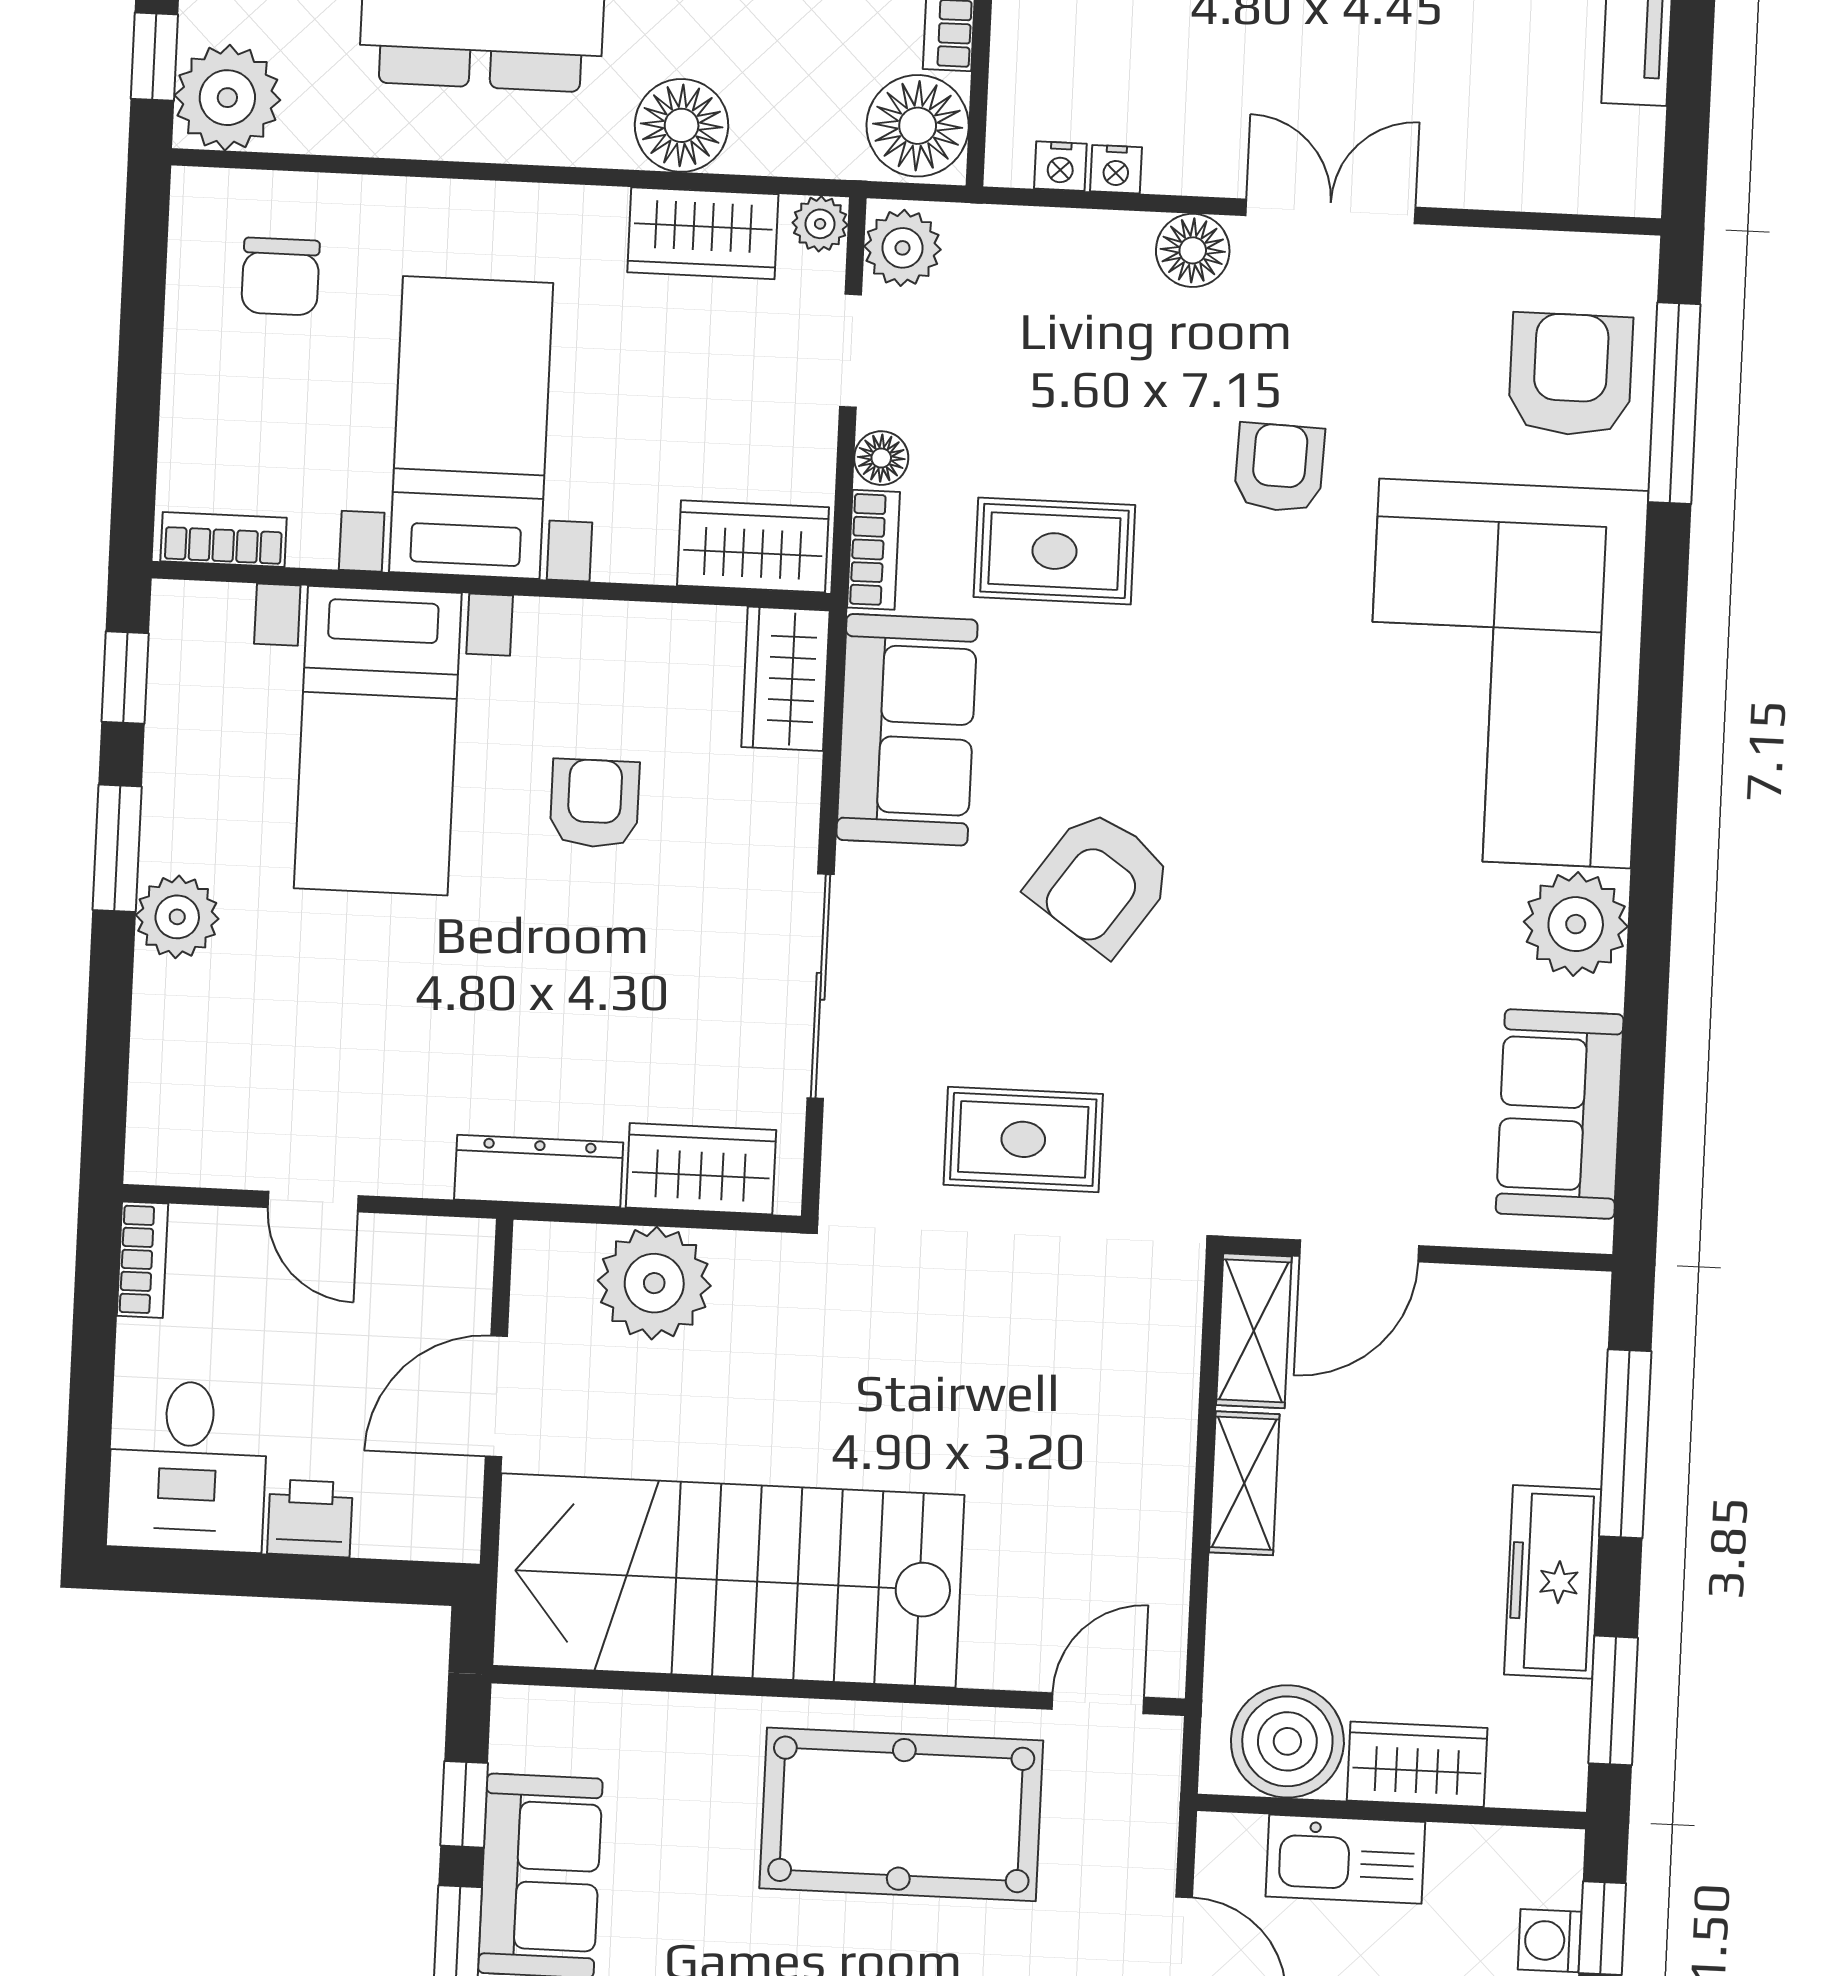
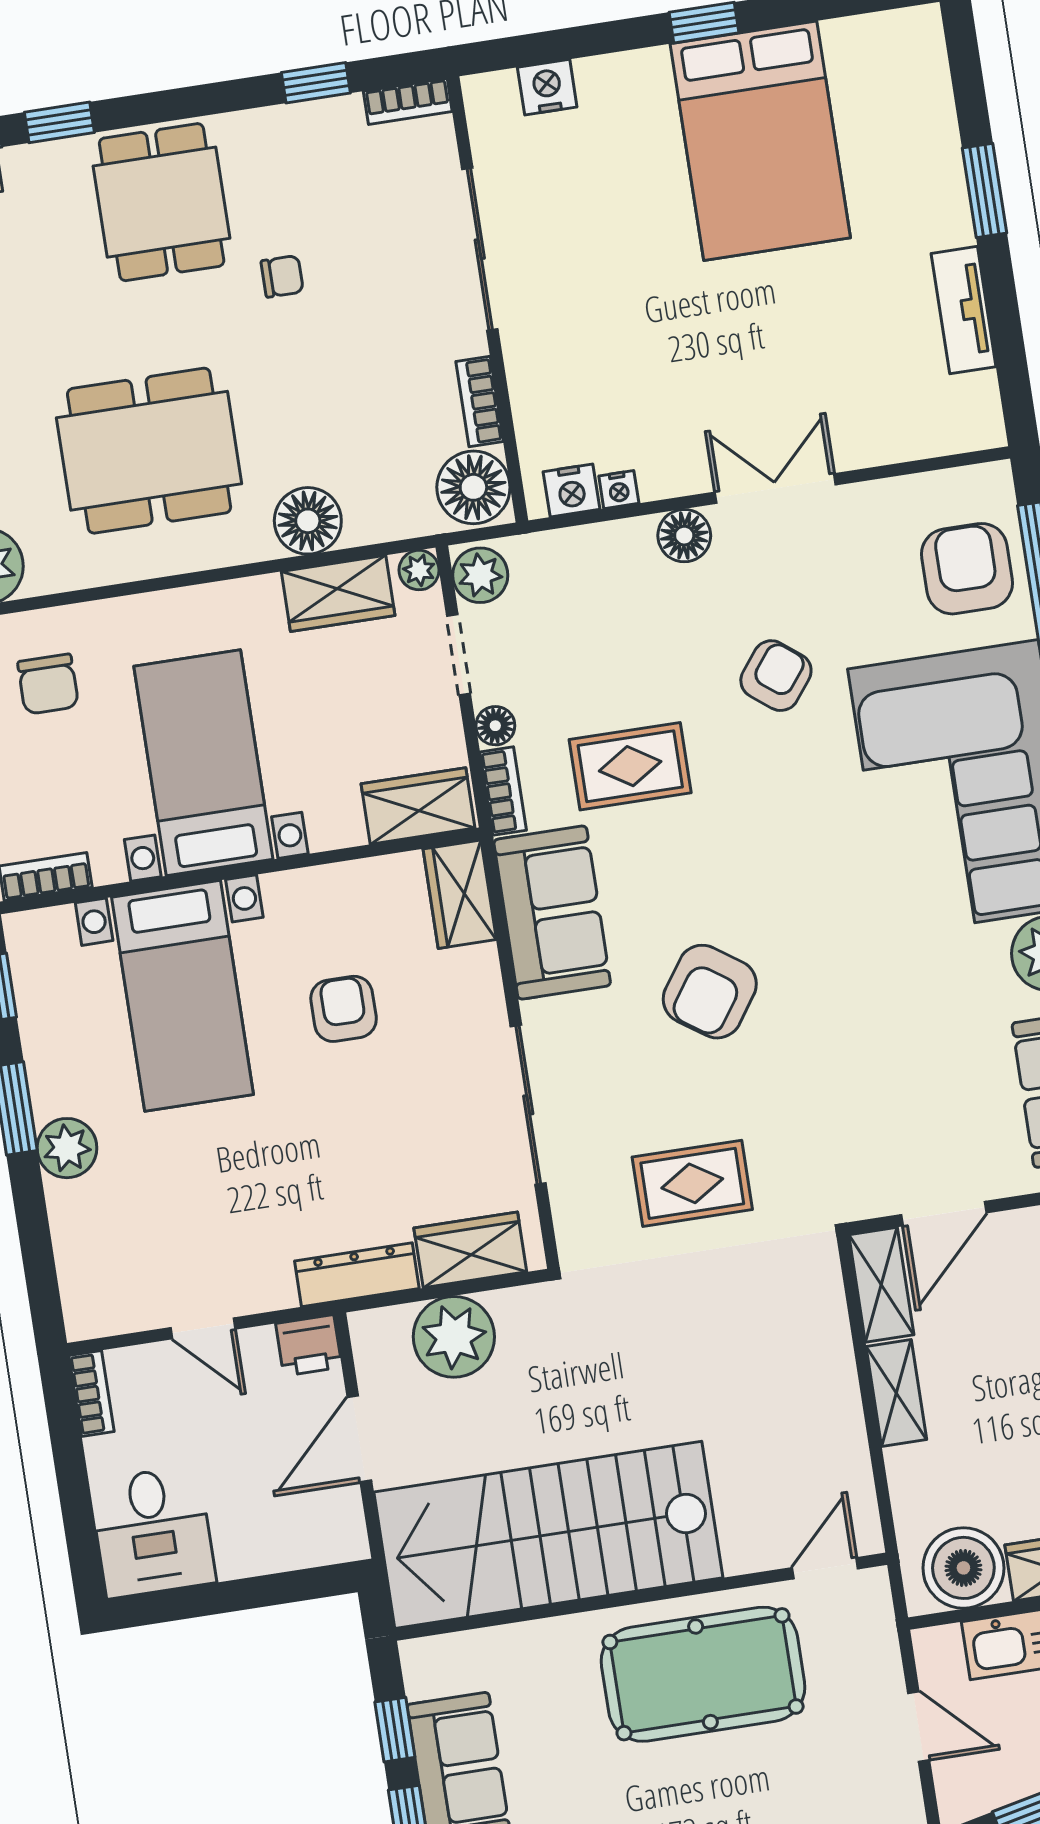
nightstand: (1060, 166) -> (572, 490), width x1.39, depth x1.35
armchair: (1279, 468) -> (776, 676), turned 36
printer: (310, 1518) -> (309, 1345), moved, turned 180

